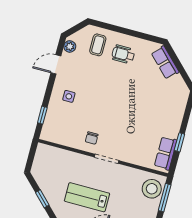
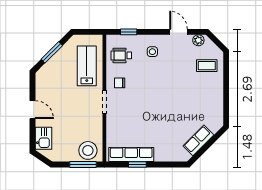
wheelchair: (123, 54) -> (121, 55), moved, turned -90
row of seats: (165, 62) -> (198, 140), moved
row of seats: (166, 153) -> (131, 154), width x1.48
lab bench: (87, 197) -> (87, 66), moved
window: (42, 199) -> (52, 52), width x1.50

